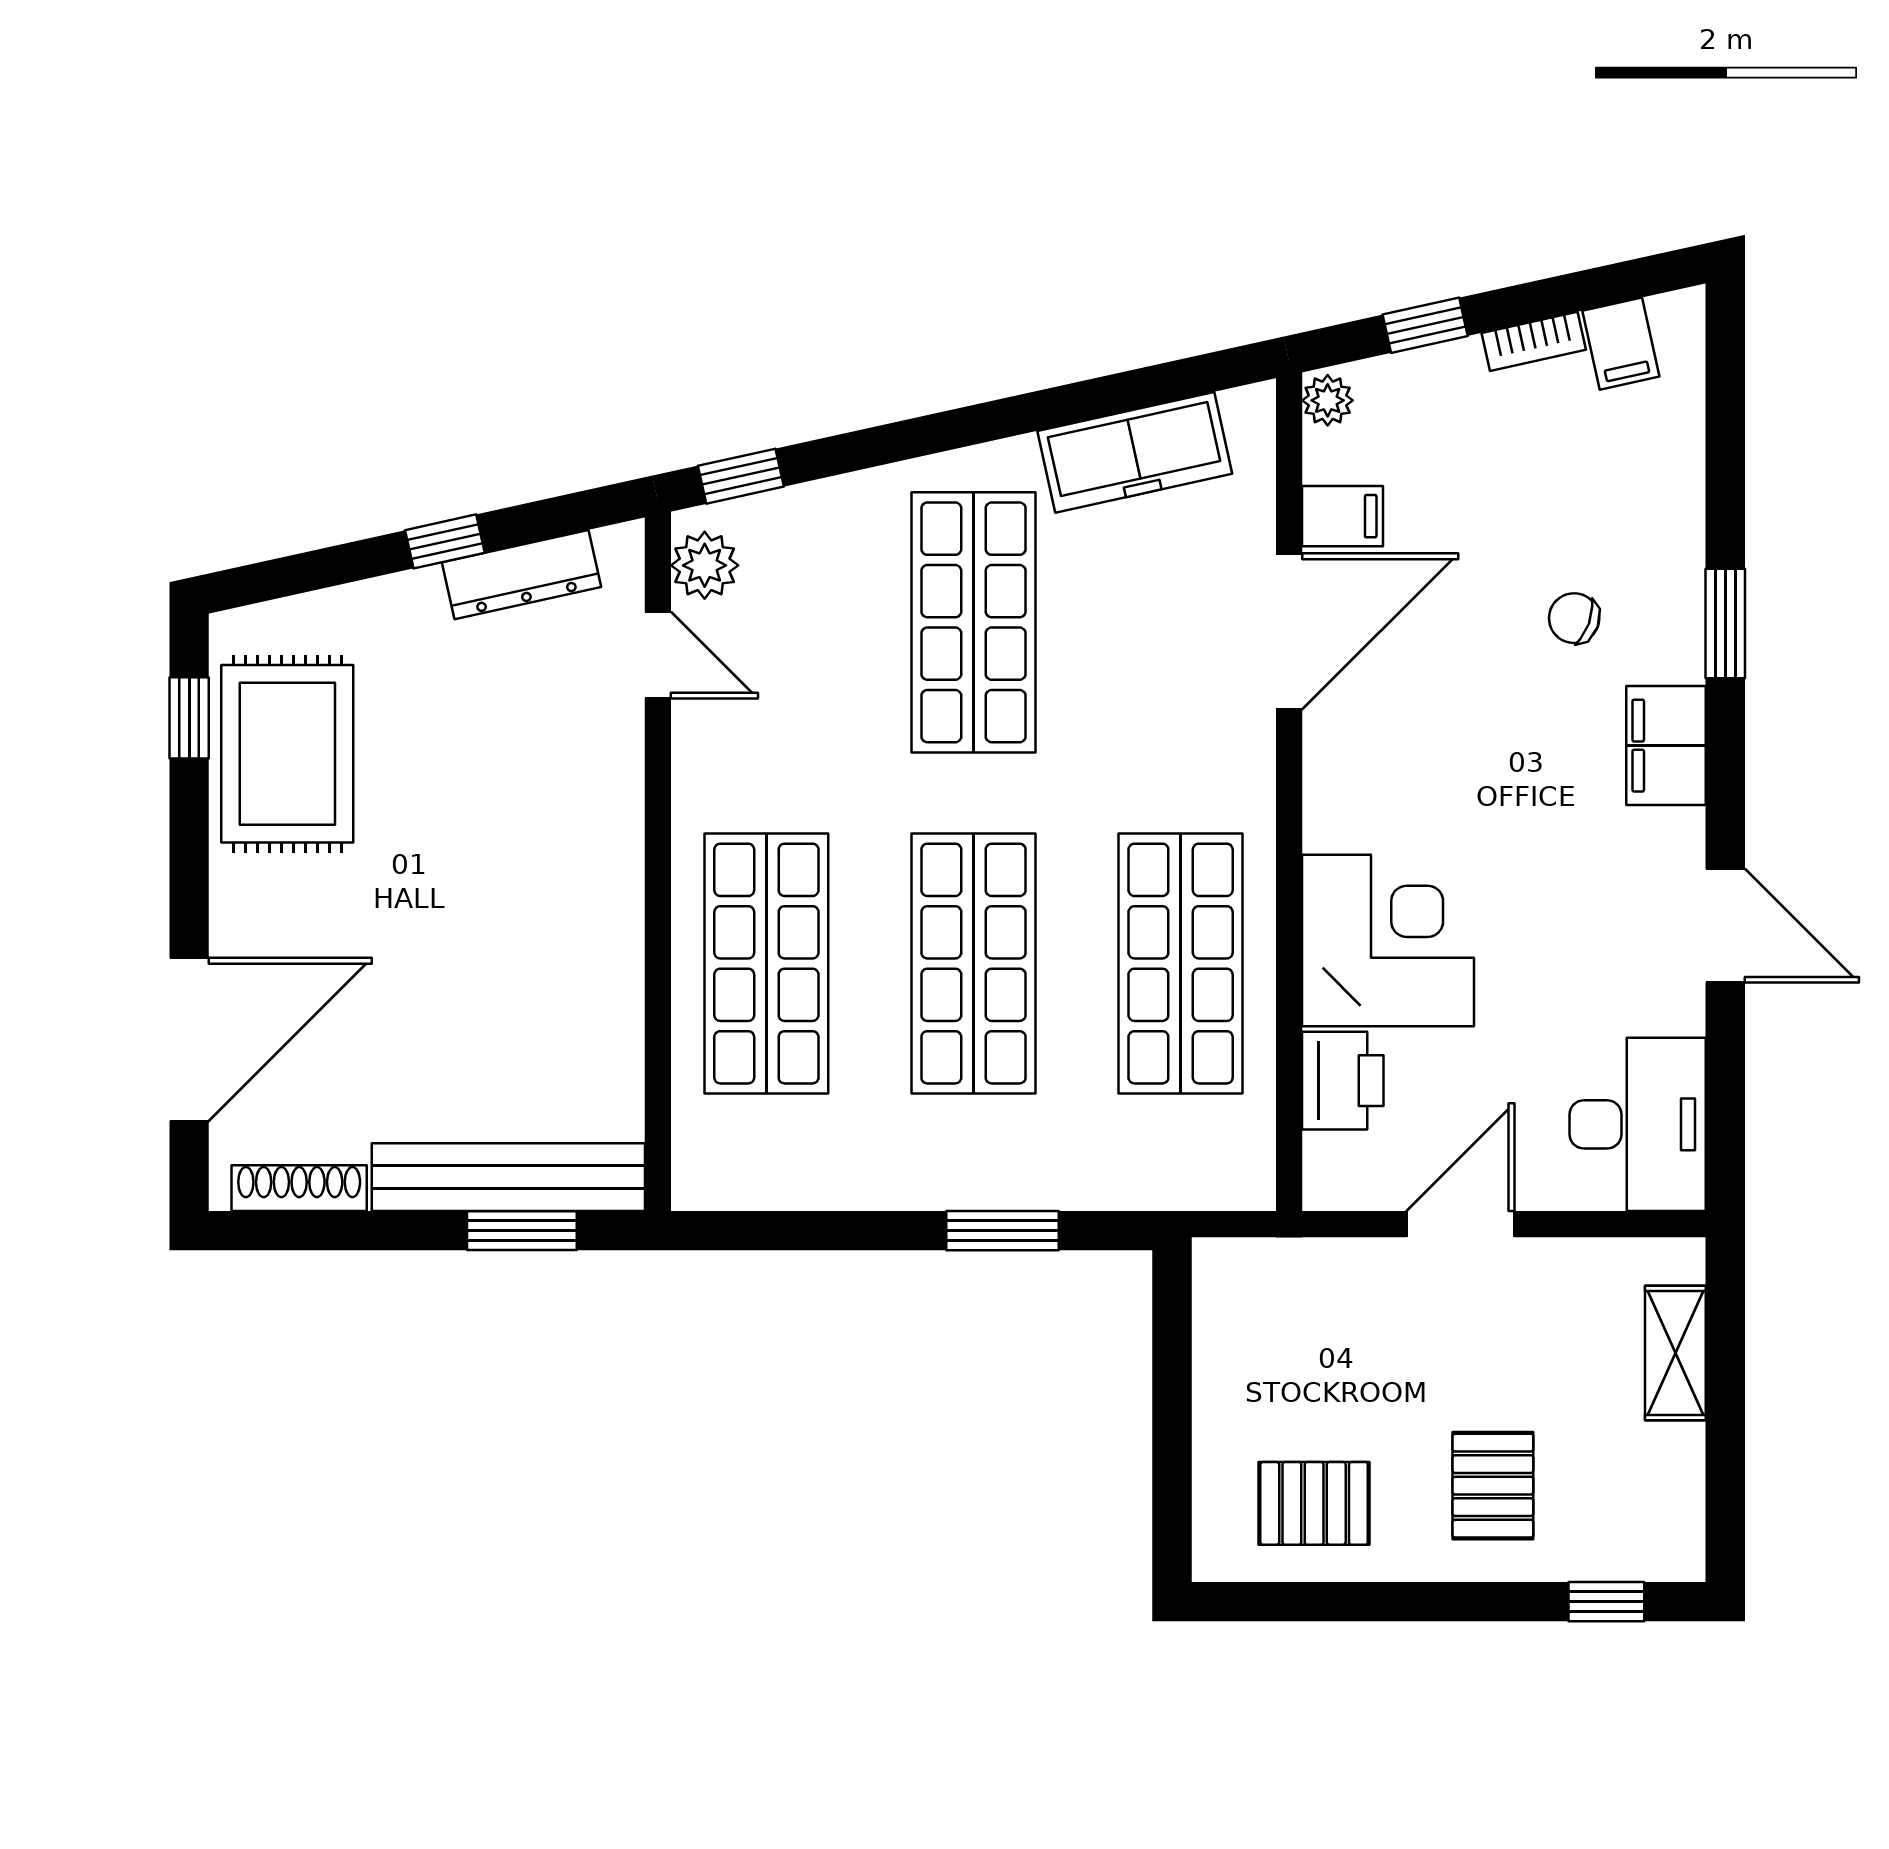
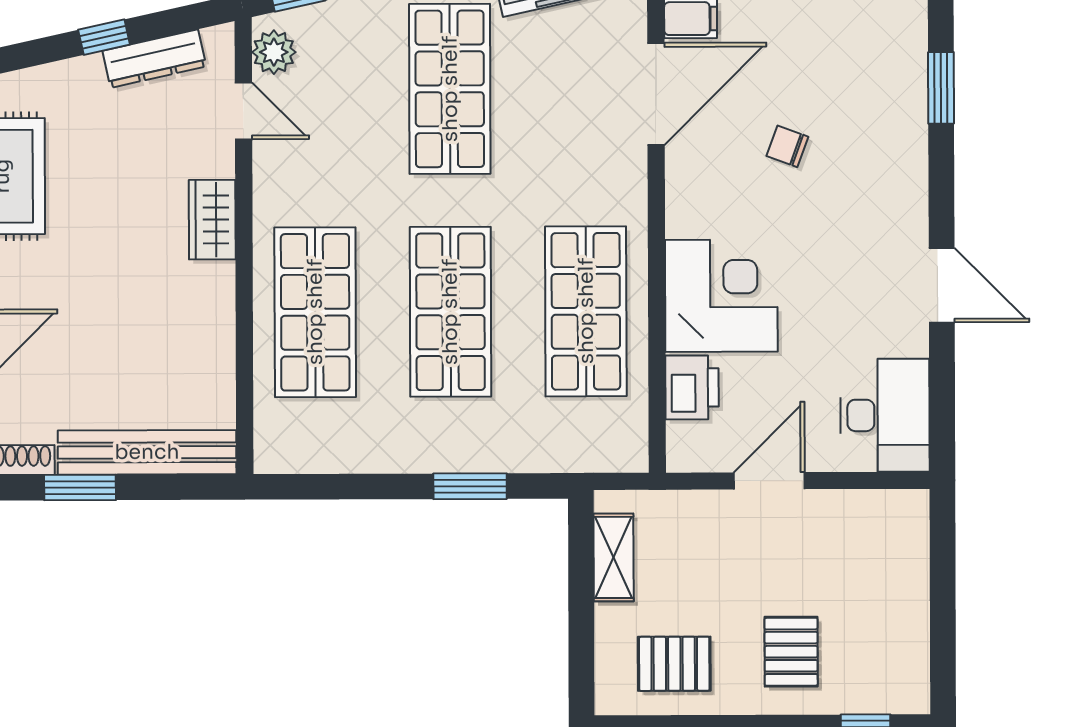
chair: (1574, 618) -> (787, 146), moved
filing cabinet: (1666, 746) -> (903, 168), removed
wardrobe: (609, 821) -> (212, 220), added
window: (522, 1231) -> (80, 488), moved
shelving: (1675, 1353) -> (614, 557), moved

